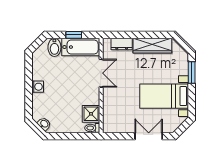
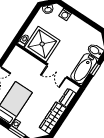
washing machine: (38, 87) -> (65, 15), moved
shower: (91, 114) -> (42, 44), width x1.86, depth x1.86

